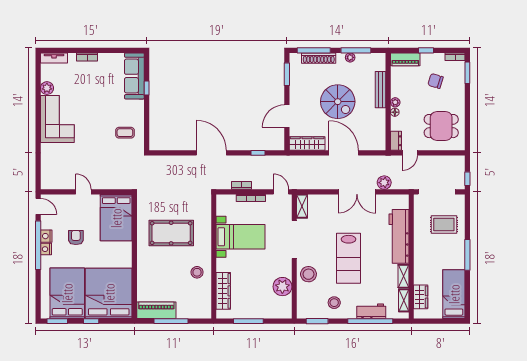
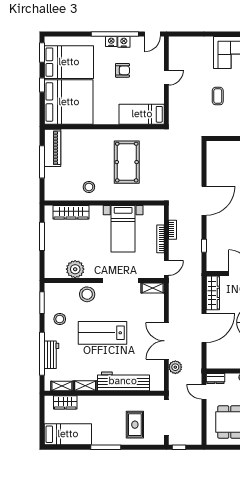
coffee table: (125, 133) -> (218, 96), moved
bed: (116, 218) -> (142, 114), width x0.67

